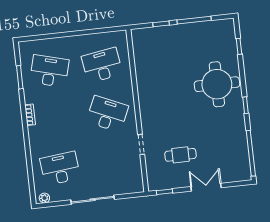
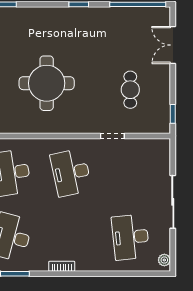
round table: (217, 84) -> (47, 83), moved
desk: (107, 114) -> (71, 173), turned -36
double door: (206, 187) -> (173, 45), moved

